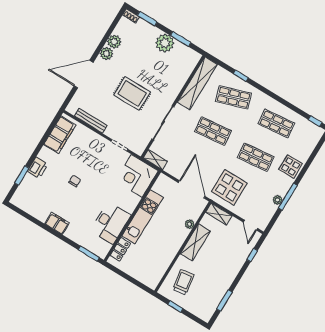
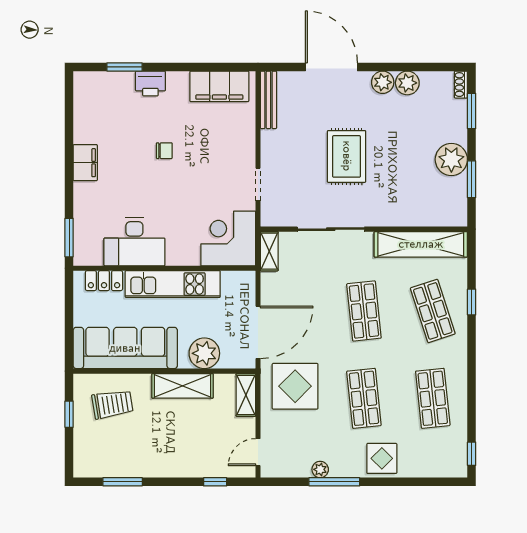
bench: (91, 121) -> (268, 100), moved
plant: (189, 224) -> (204, 353), width x1.88, depth x1.88
sofa: (160, 259) -> (125, 348), added

